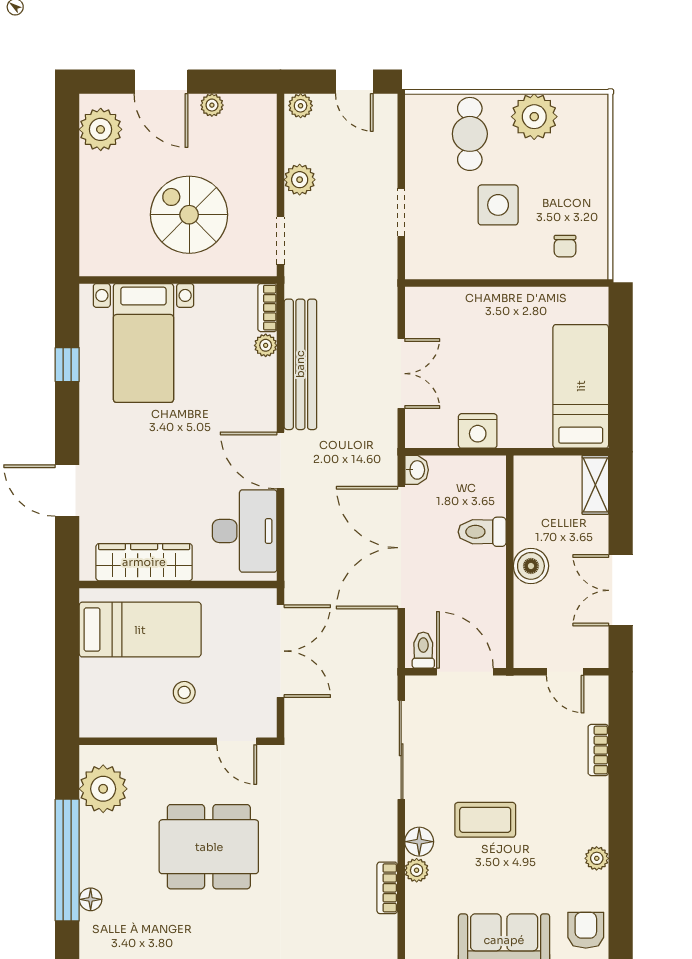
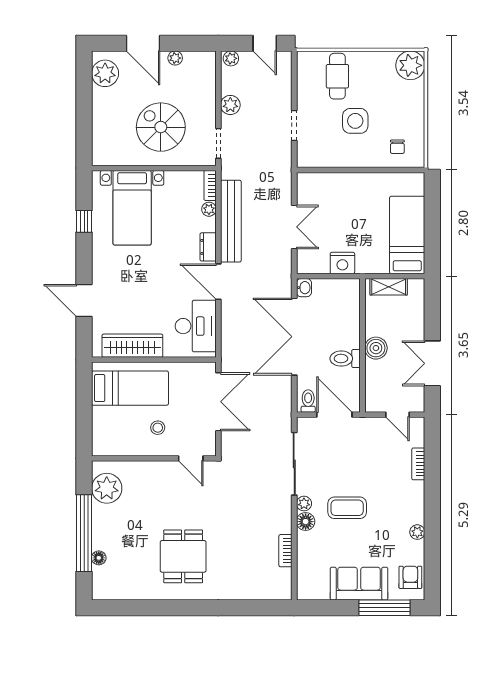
plant: (534, 117) -> (410, 65), moved
dresser: (264, 405) -> (208, 247), added
shelving: (595, 485) -> (389, 287), moved, turned 90
toilet: (482, 532) -> (345, 359), moved
dining table: (209, 847) -> (183, 556), moved, width x0.73
plant: (417, 870) -> (304, 504), moved

